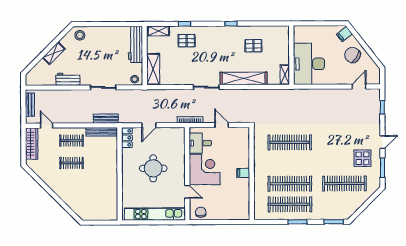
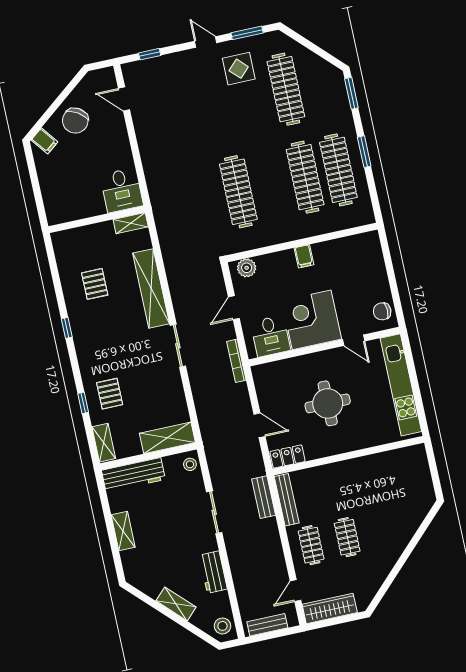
shelving: (104, 31) -> (123, 531), added
stool: (80, 35) -> (223, 626), moved
desk: (309, 64) -> (122, 190), width x0.53, depth x0.77
plant: (244, 138) -> (247, 268), added
door: (187, 192) -> (354, 340), swing flipped

